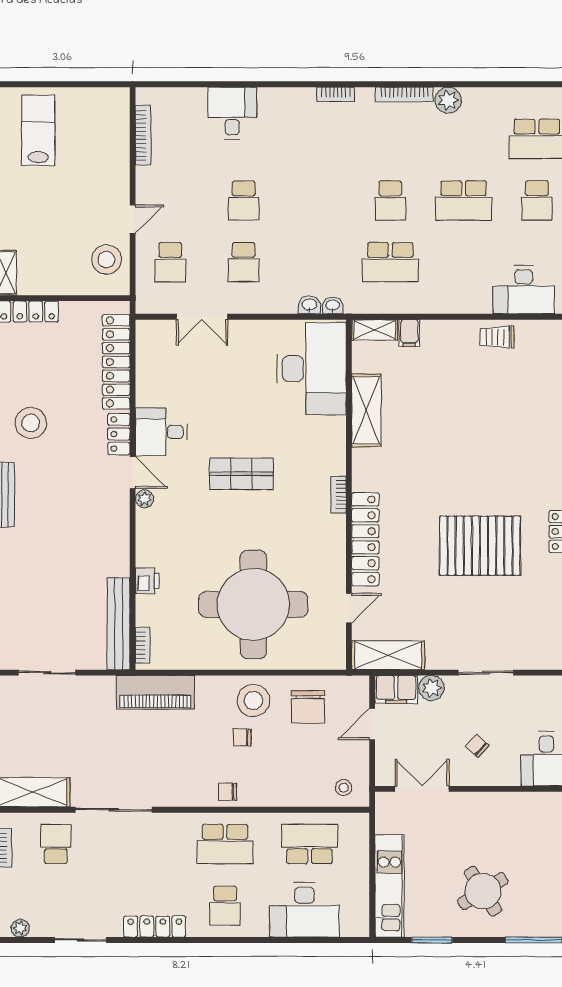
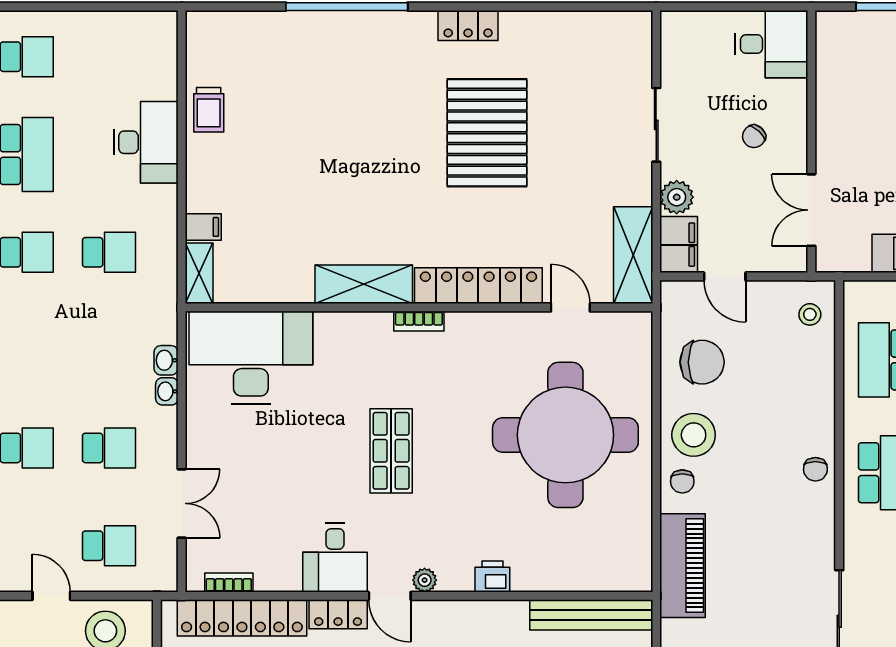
school desk: (390, 262) -> (109, 252), width x0.54
desk: (524, 290) -> (146, 142), moved
washbasin: (333, 306) -> (167, 391), moved
shelving: (366, 410) -> (364, 284), moved
door: (133, 473) -> (390, 596), swing flipped
printer: (147, 581) -> (492, 576), moved
bookcase: (143, 645) -> (229, 582), moved
chair: (242, 737) -> (682, 481), moved

